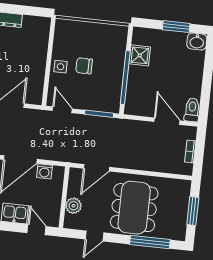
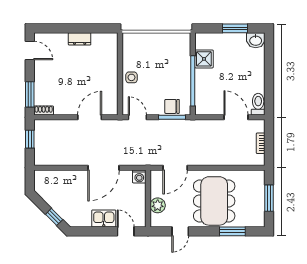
chair: (84, 66) -> (172, 106), moved
washing machine: (44, 171) -> (139, 176), moved
window: (150, 242) -> (232, 231), width x0.69

